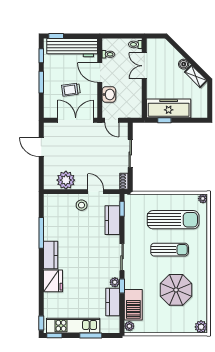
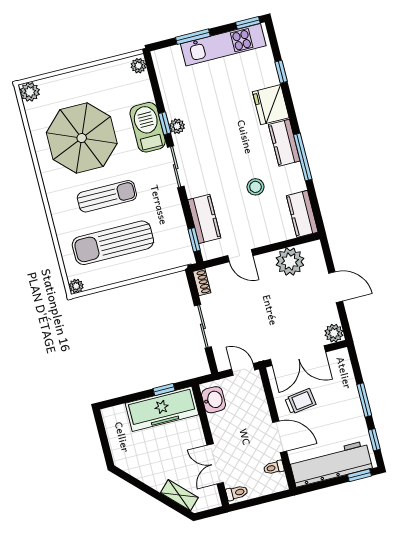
boiler: (184, 64) -> (156, 481), removed
double door: (144, 66) -> (215, 464), swing flipped
shelving: (196, 76) -> (179, 495), moved
trolley: (71, 90) -> (300, 401), moved
washbasin: (109, 94) -> (214, 400), moved, turned 180
plant: (50, 129) -> (334, 333), added
door: (41, 147) -> (336, 287), moved
stool: (82, 205) -> (255, 187), moved
window: (41, 233) -> (303, 157), moved
sun lounger: (170, 250) -> (107, 196), turned 180
parasol: (176, 290) -> (82, 138), width x1.36, depth x1.36
kitchen counter: (113, 302) -> (302, 214), moved, turned 180
barbecue: (133, 305) -> (148, 127), moved
window: (41, 323) -> (281, 72), moved

